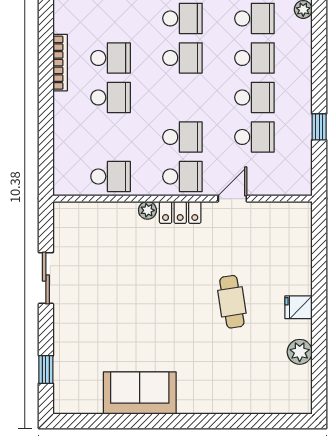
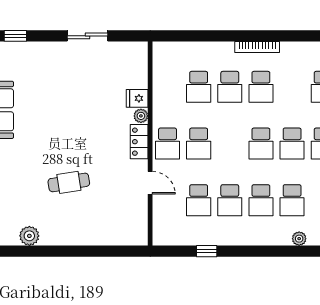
school desk: (111, 176) -> (199, 87), moved
fridge: (299, 307) -> (137, 98), moved, turned -90

